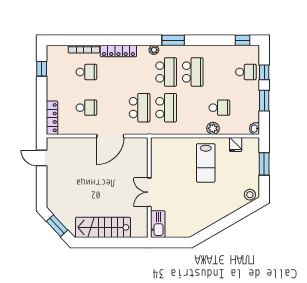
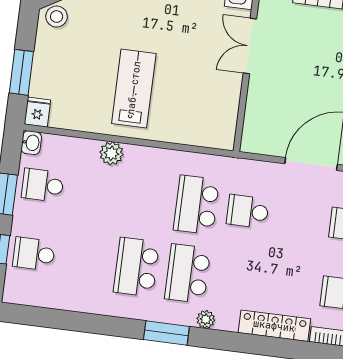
window: (242, 40) -> (33, 316), removed
school desk: (140, 108) -> (248, 211), width x0.54
school desk: (219, 108) -> (43, 185), moved
fridge: (236, 145) -> (37, 112), moved
double door: (149, 192) -> (250, 46), swing flipped

